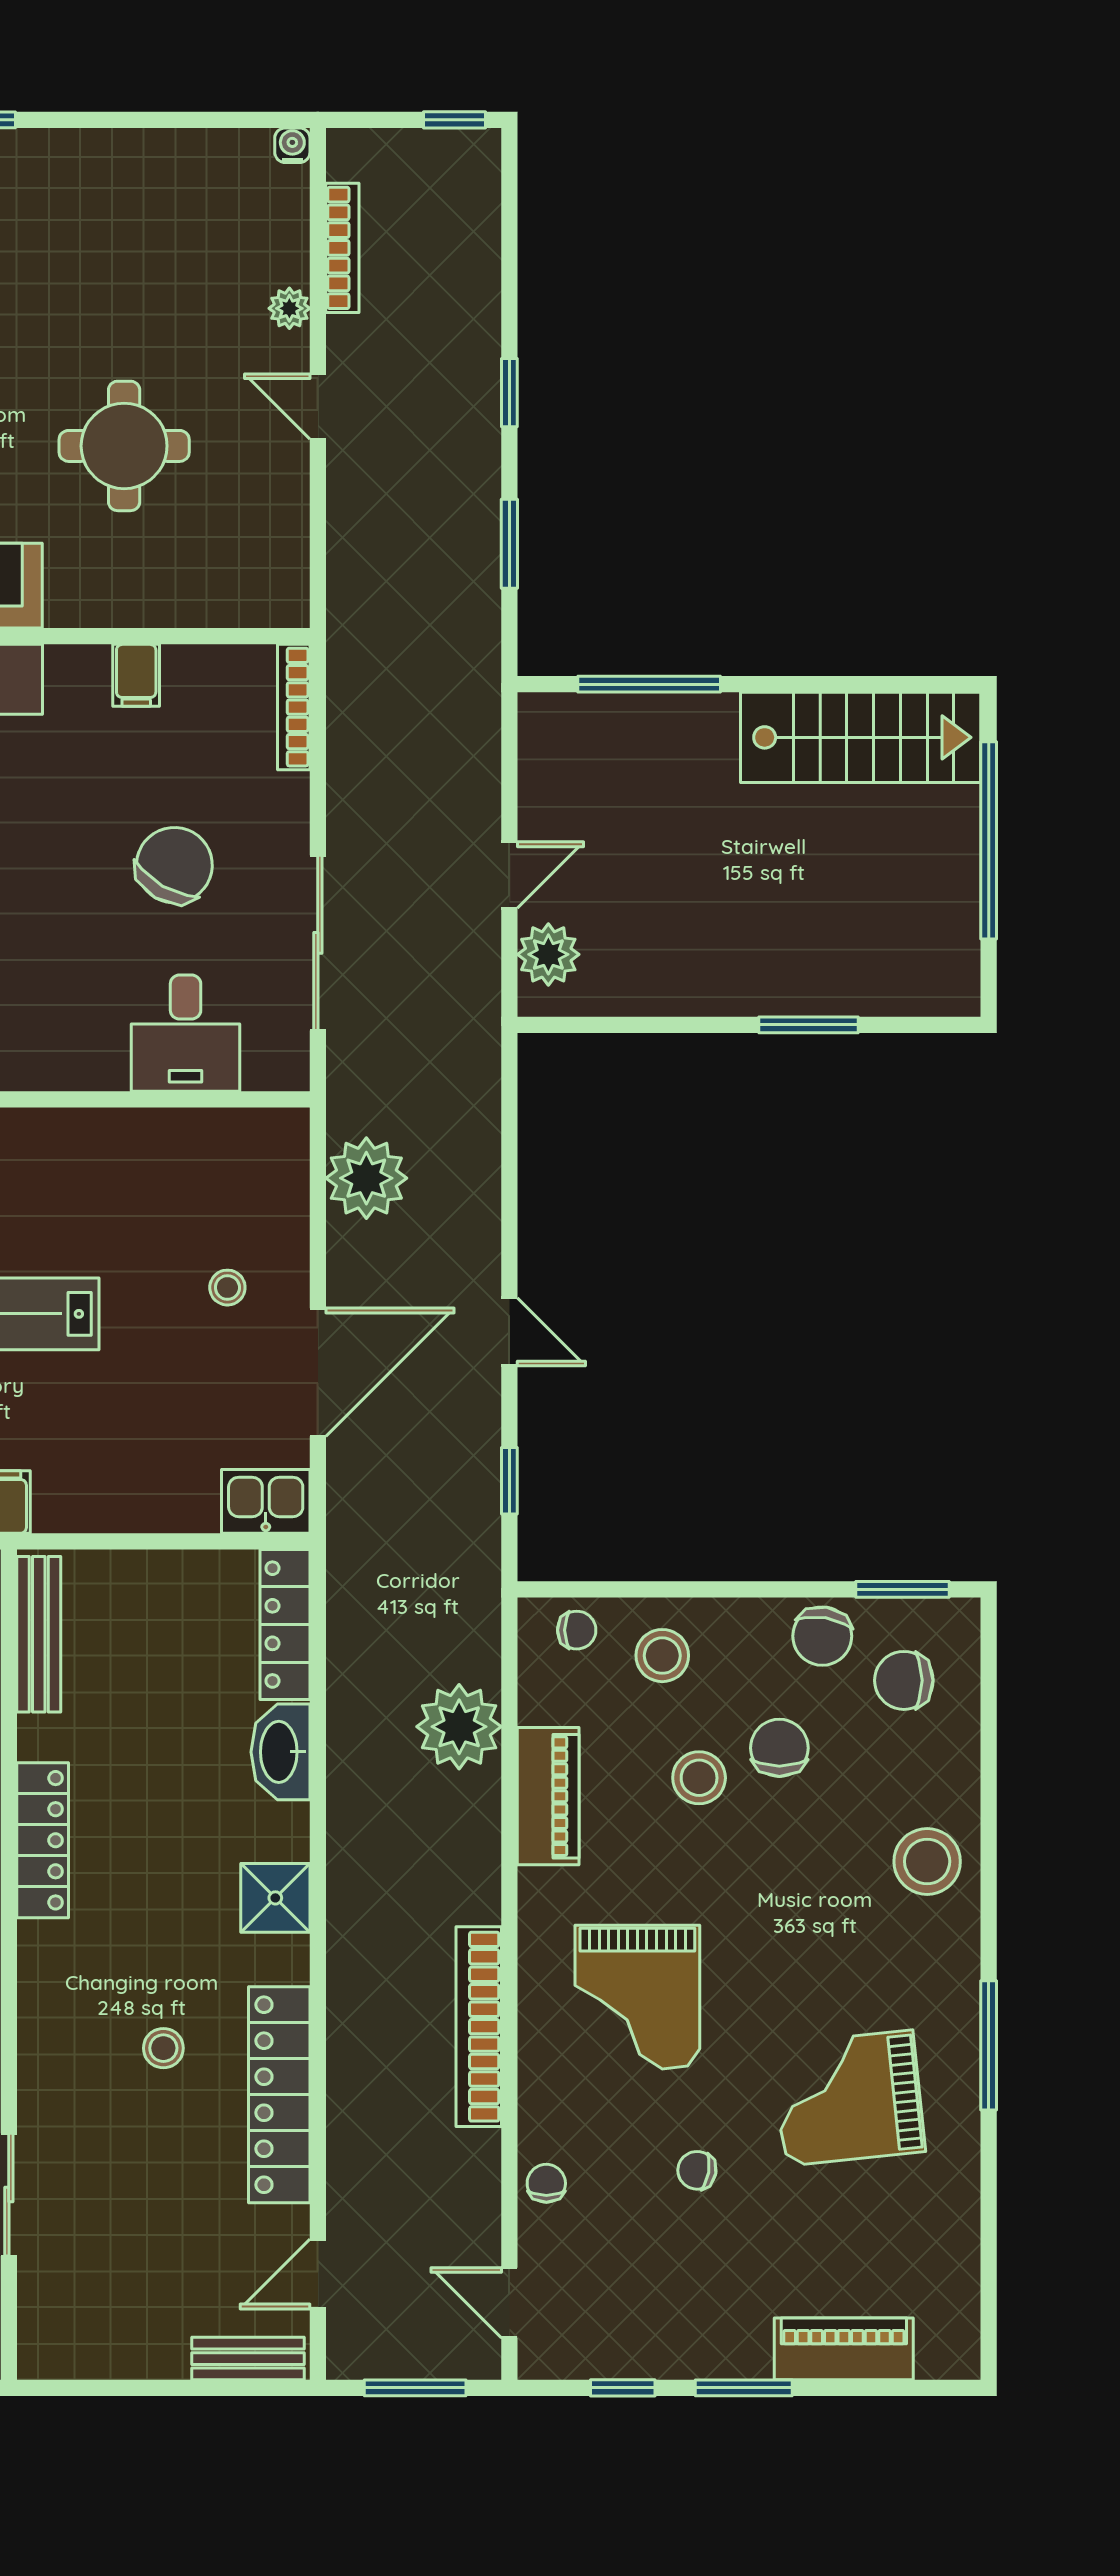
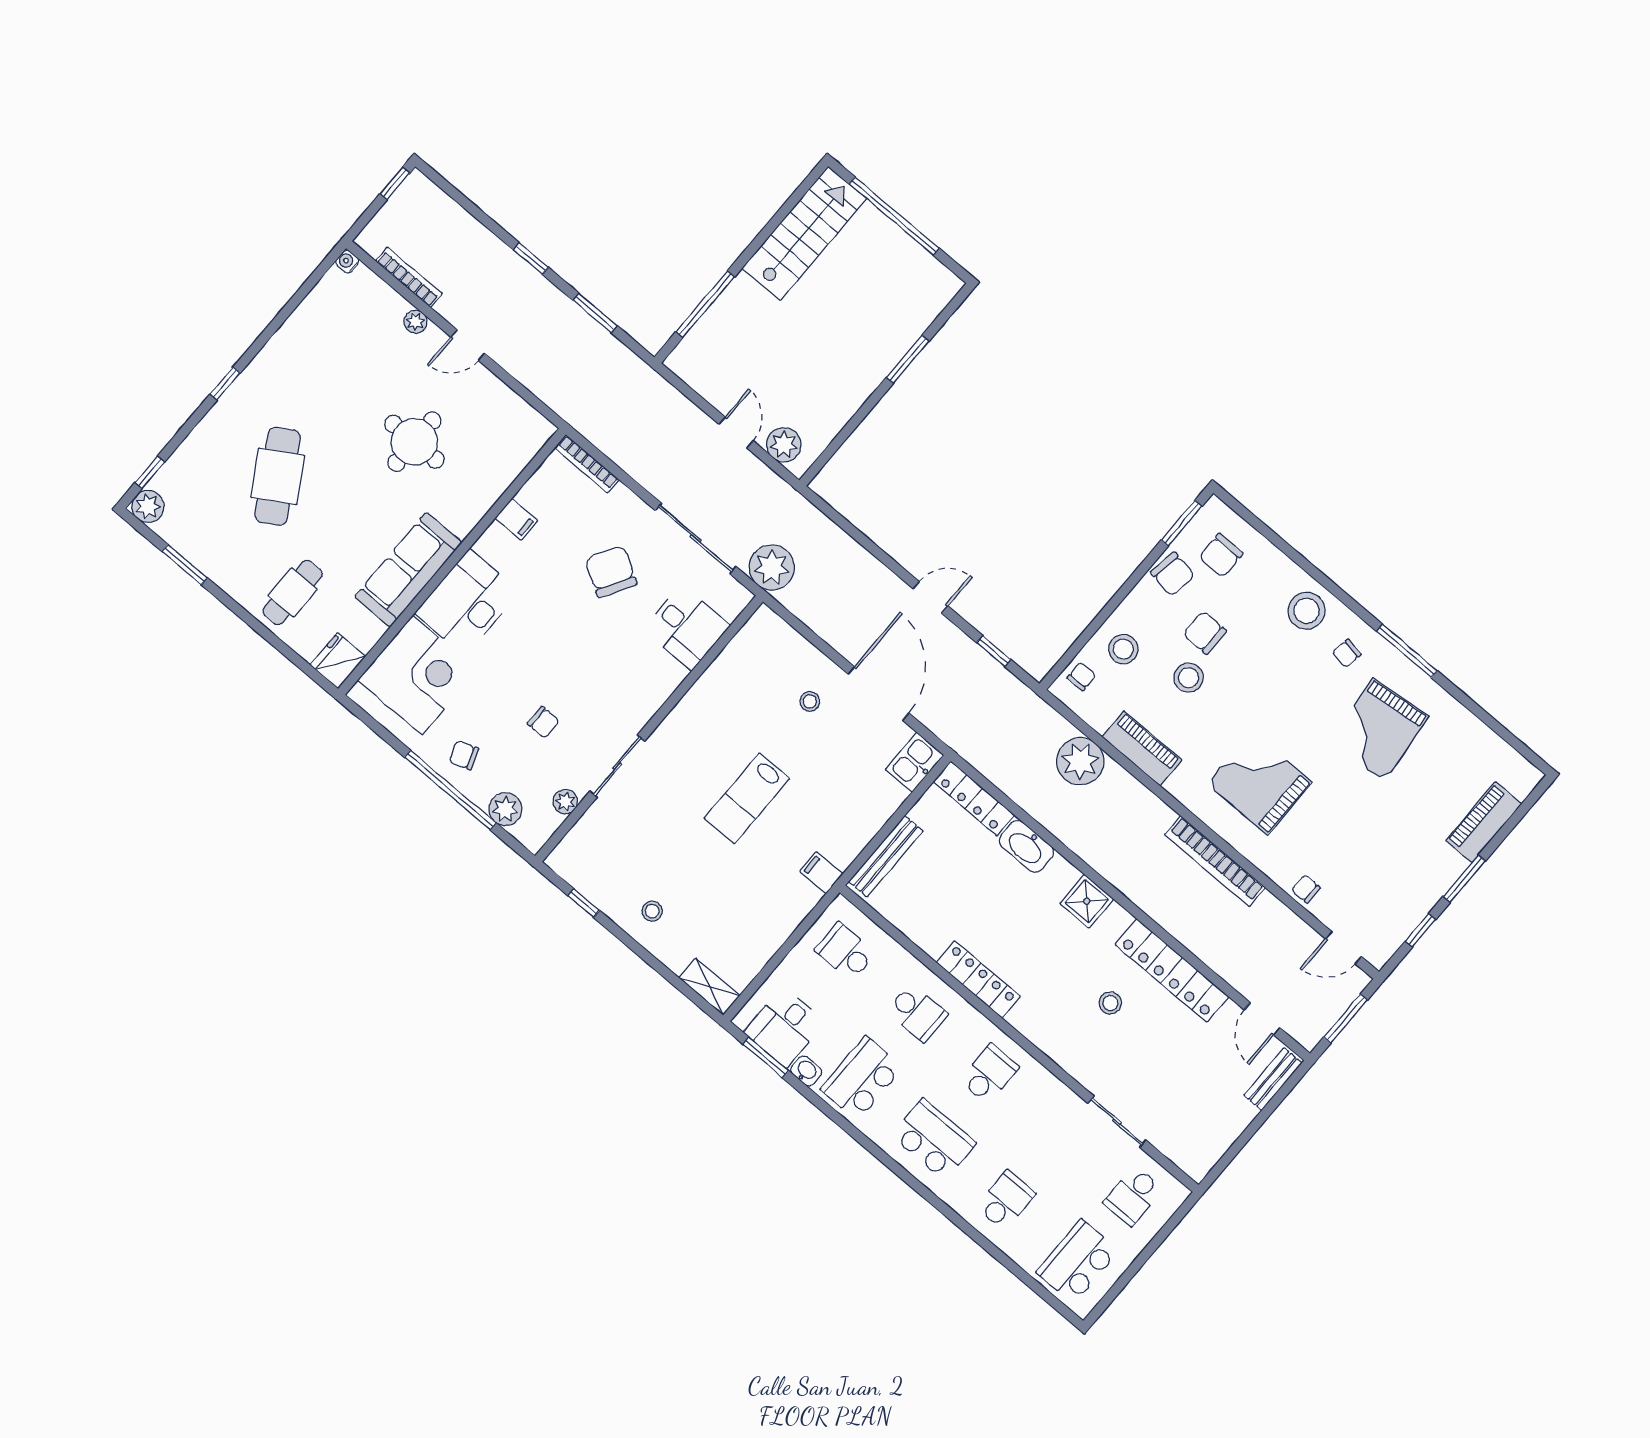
plant: (366, 1178) -> (772, 567), moved
bench: (39, 1634) -> (886, 856), moved, turned 90
grand piano: (637, 1997) -> (1260, 783), turned 180
chair: (697, 2170) -> (1347, 653), moved

